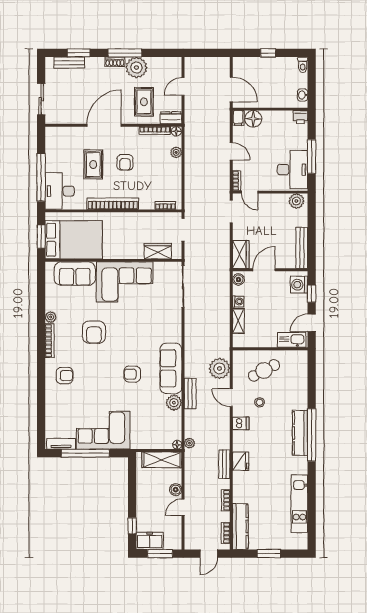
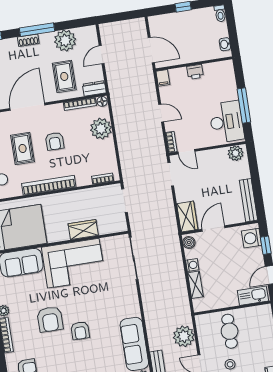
plant: (136, 67) -> (65, 40), moved
printer: (300, 117) -> (195, 72), moved
floor lamp: (253, 119) -> (178, 76), removed
plant: (176, 152) -> (101, 129), width x1.88, depth x1.88
wardrobe: (158, 251) -> (83, 230), moved
cafe table: (264, 370) -> (230, 331), turned -62
armchair: (132, 374) -> (80, 331), moved, turned -90

